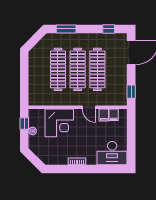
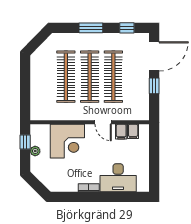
window: (66, 29) -> (91, 28), moved
window: (131, 92) -> (154, 86), moved
desk: (112, 153) -> (118, 178), moved

